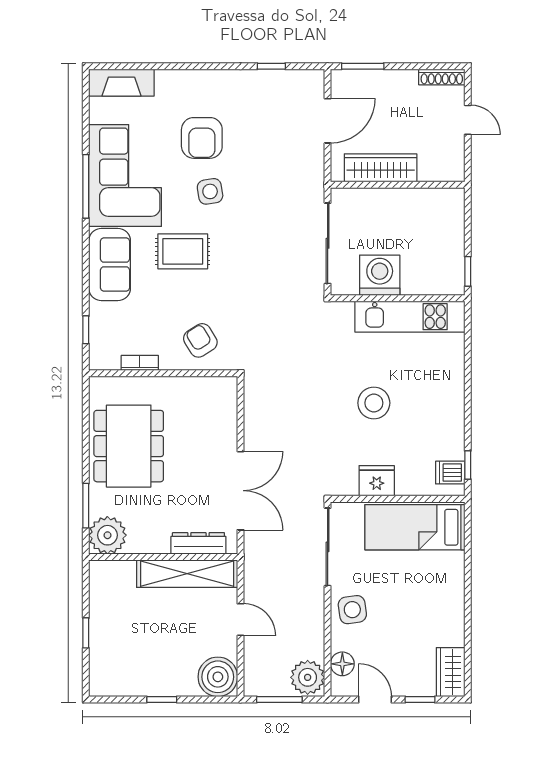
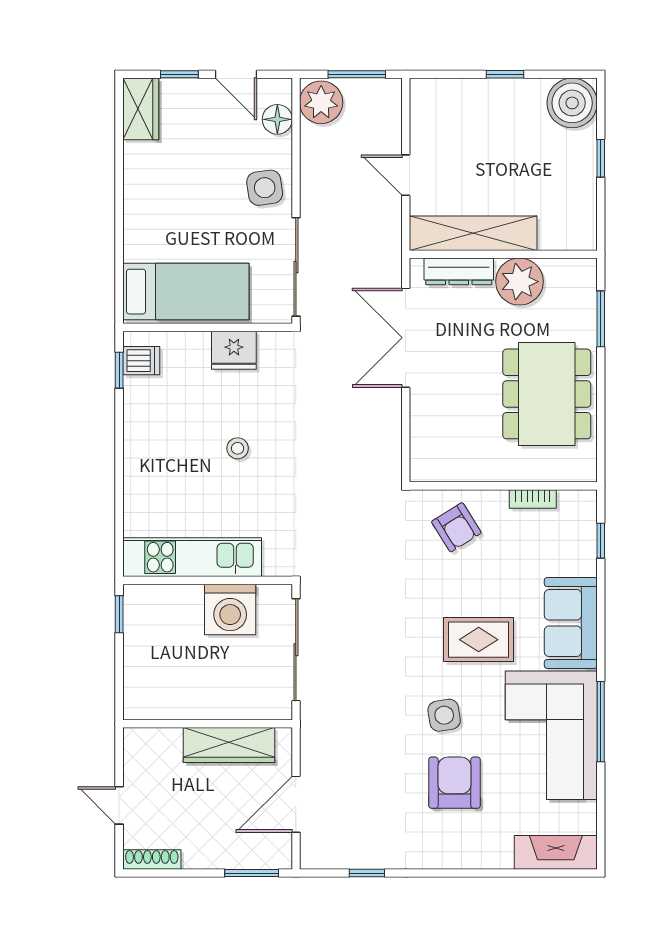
stool: (374, 403) -> (238, 448), width x0.53, depth x0.53
plant: (107, 535) -> (519, 282), moved
boiler: (218, 677) -> (572, 103), moved

